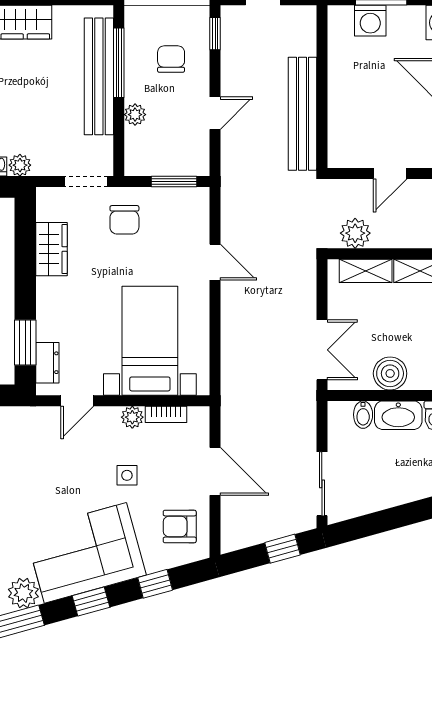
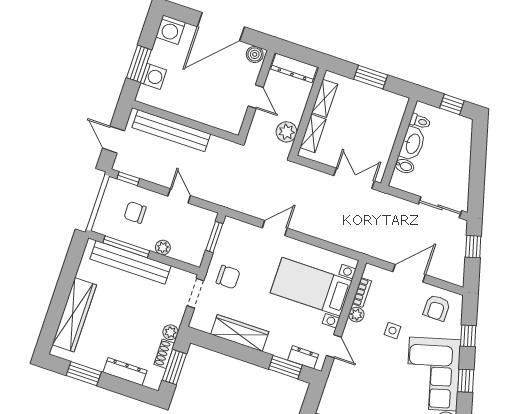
bench: (303, 114) -> (171, 131), moved
wardrobe: (51, 249) -> (240, 333), width x1.50
boiler: (390, 373) -> (384, 140), removed

